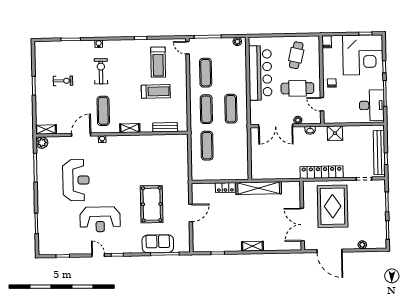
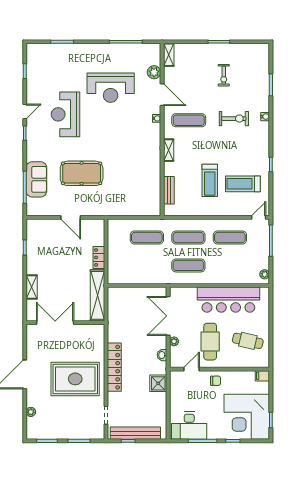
plant: (42, 143) -> (154, 72), moved
wall: (302, 216) -> (65, 323), moved
double door: (302, 225) -> (55, 323), moved

